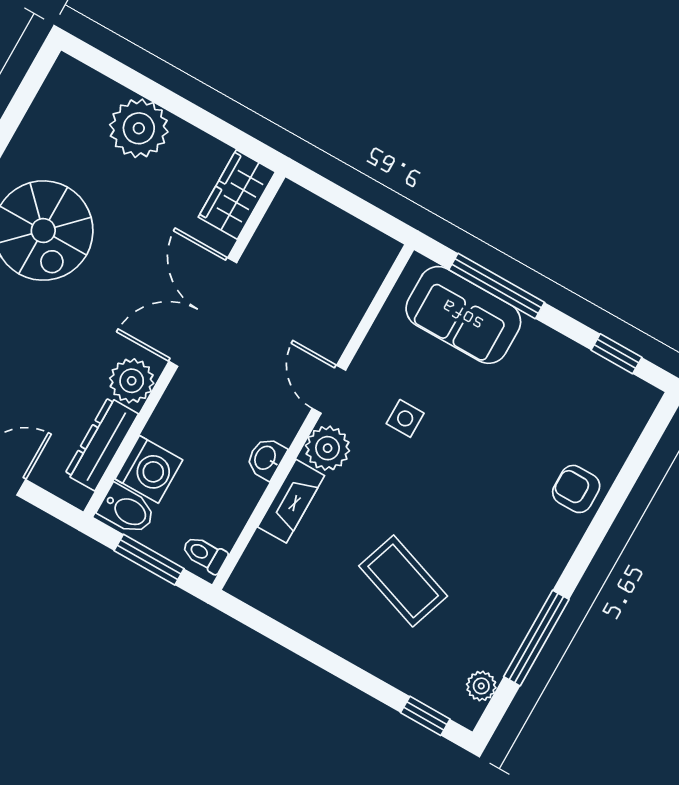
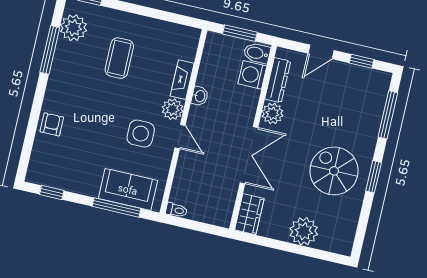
side table: (405, 418) -> (141, 134), width x1.87, depth x1.87
armchair: (576, 489) -> (52, 124), turned -90
toilet: (204, 554) -> (176, 210), moved
coffee table: (403, 581) -> (119, 58), turned 71
plant: (481, 686) -> (73, 28), width x1.88, depth x1.88

